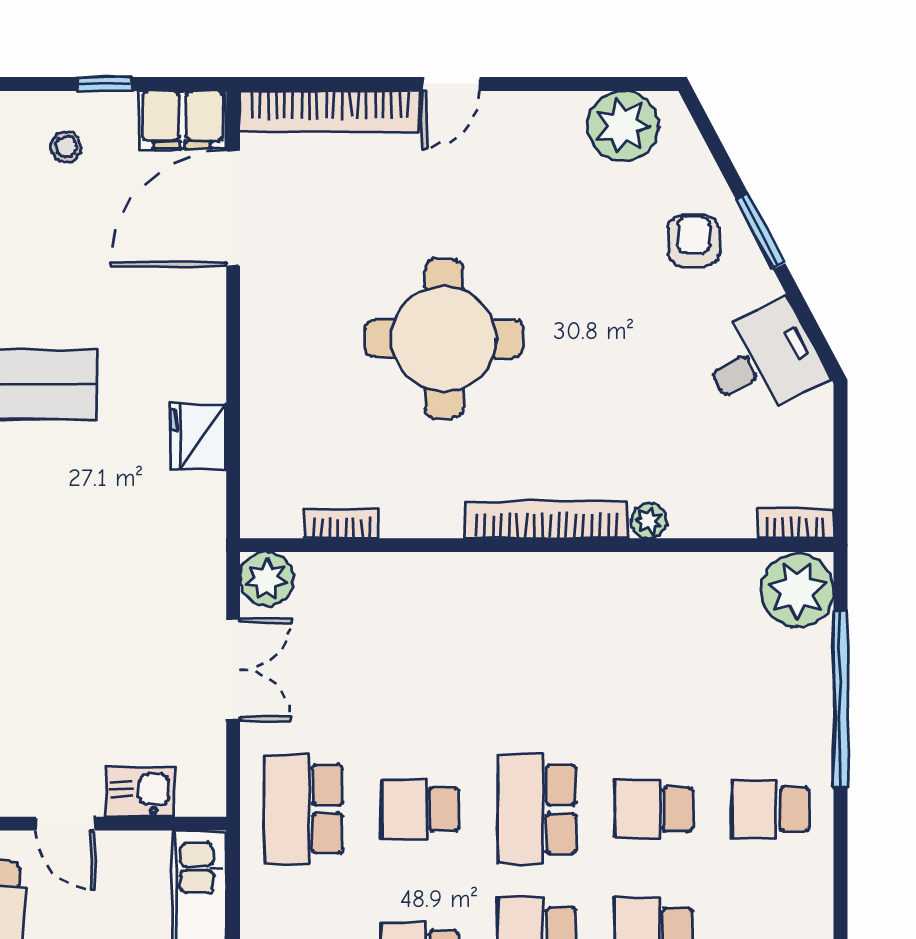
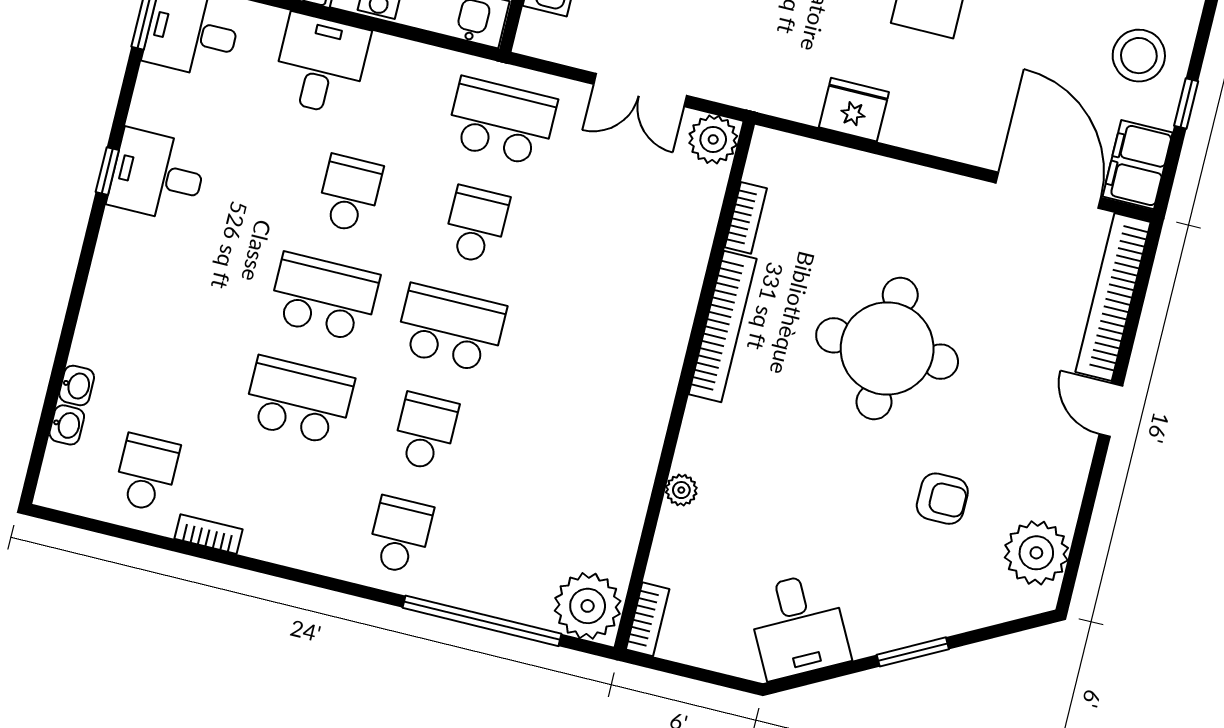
stool: (66, 147) -> (1139, 56), width x1.89, depth x1.89
armchair: (694, 241) -> (942, 499), moved
bookcase: (547, 520) -> (723, 326), moved

